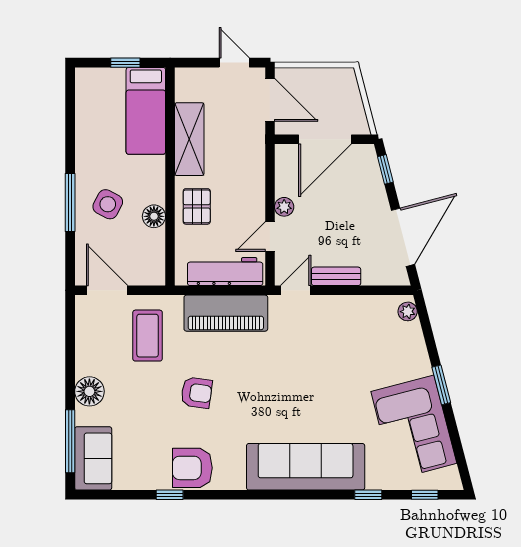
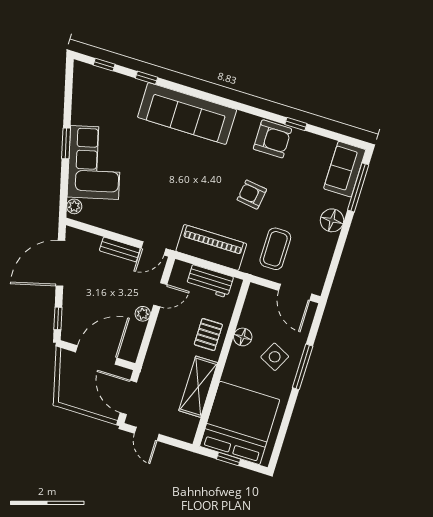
bed: (146, 111) -> (240, 423), width x2.04
workbench: (225, 272) -> (210, 281), width x0.73
corner sofa: (414, 427) -> (94, 162), moved

